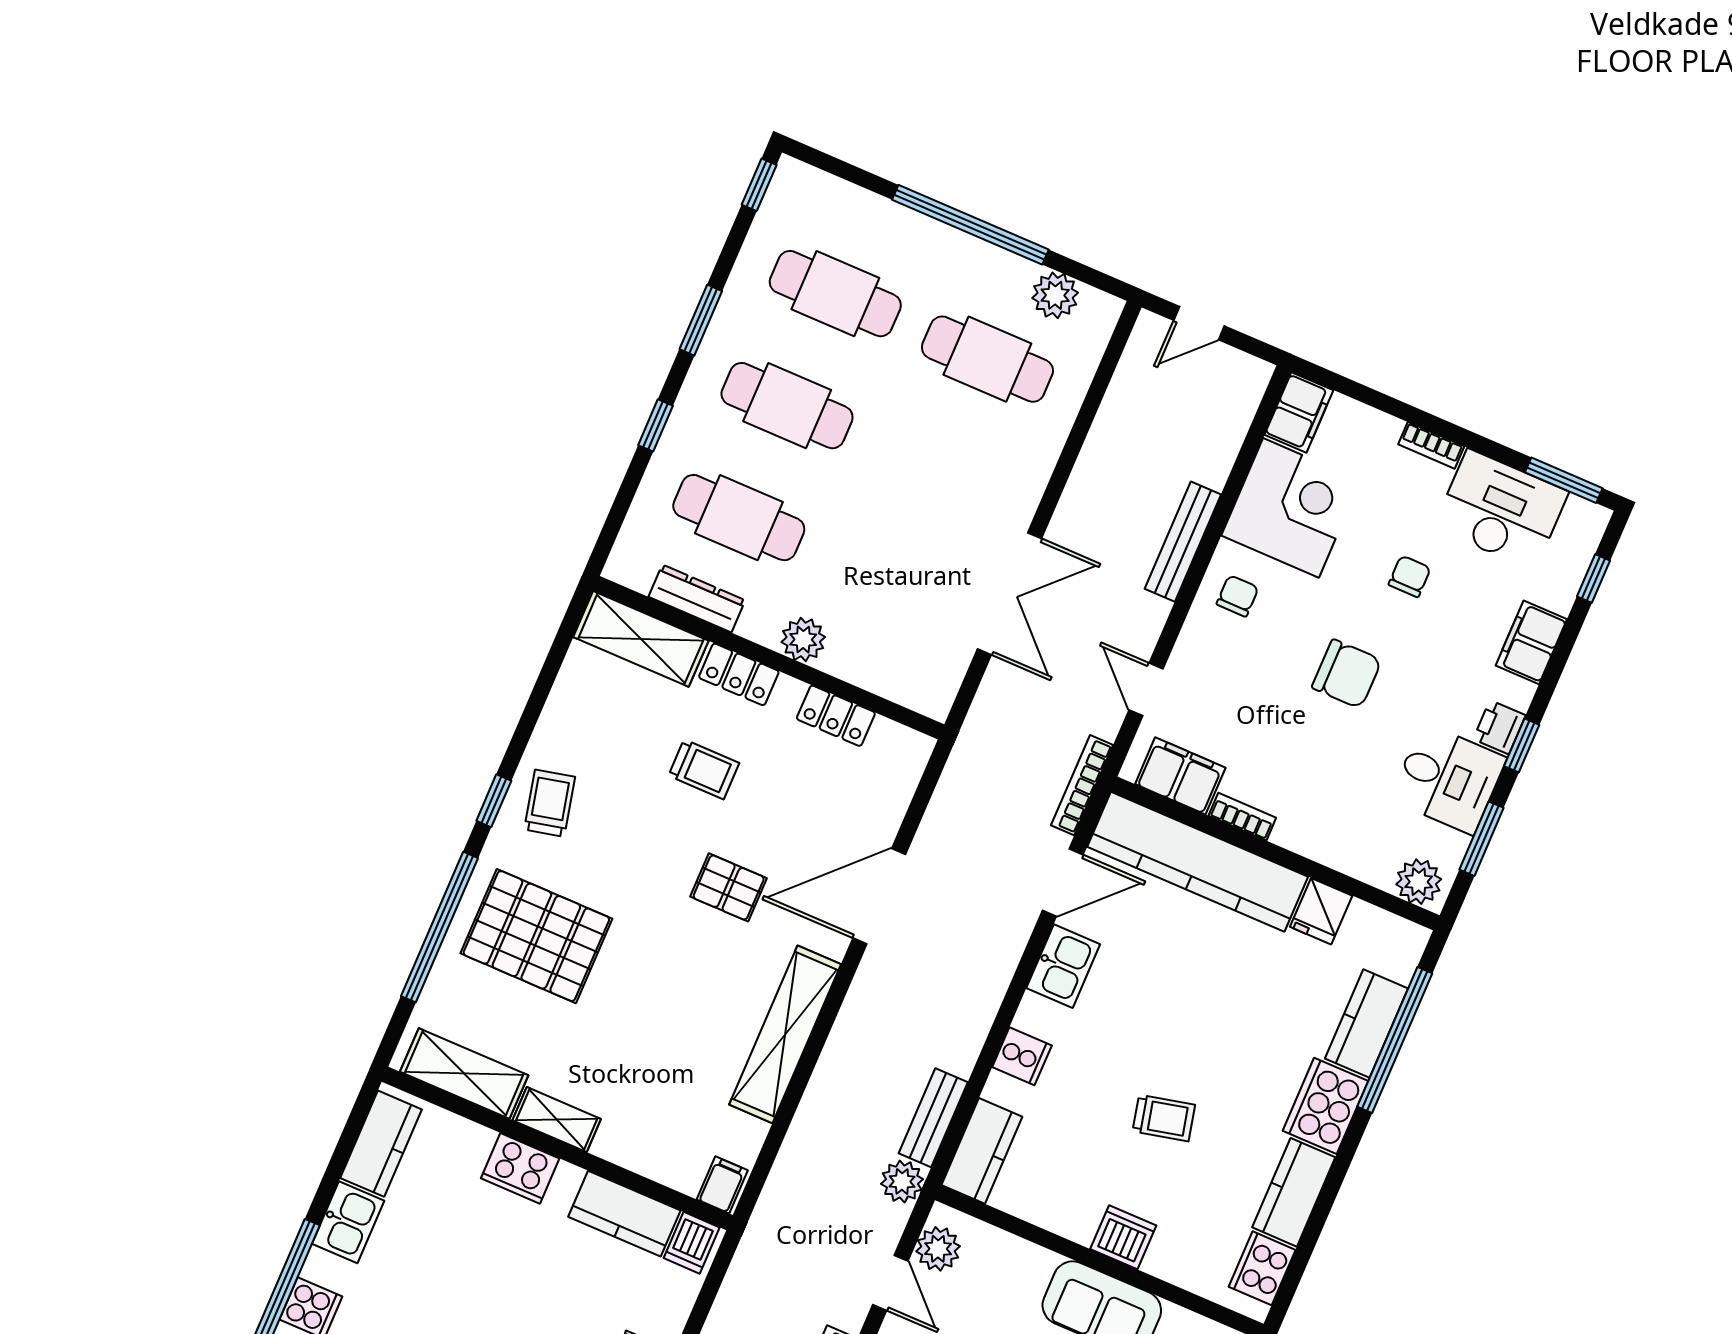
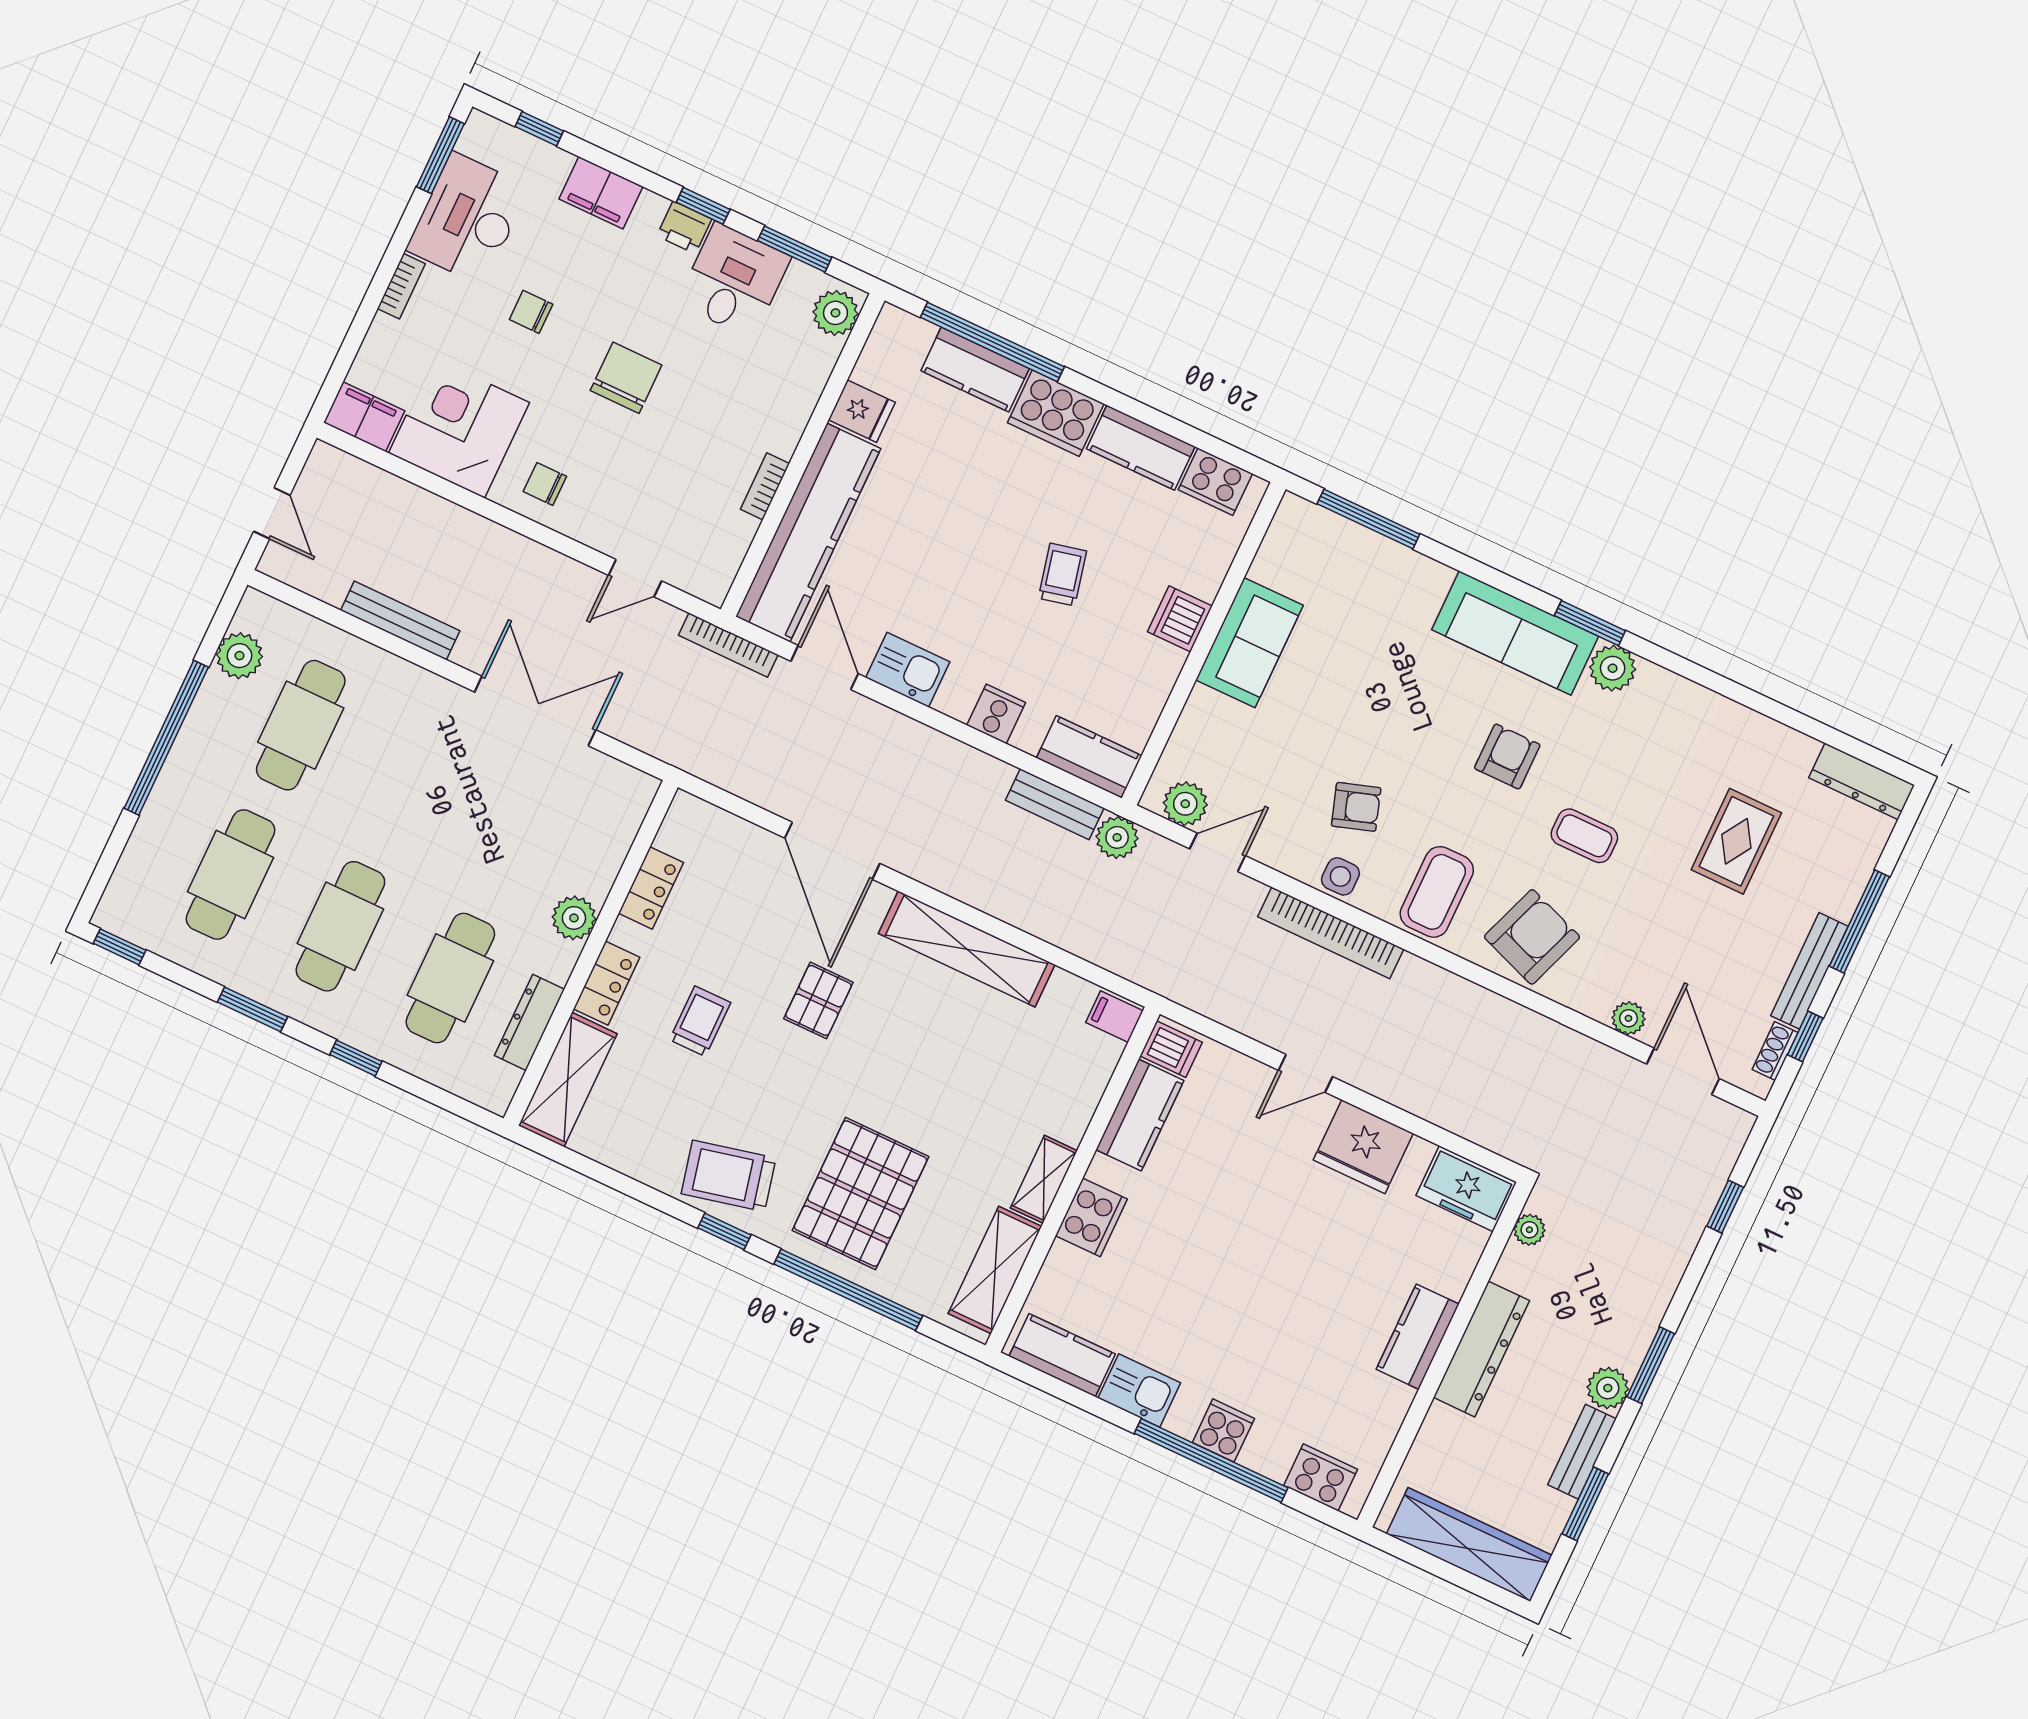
bench: (1183, 542) -> (400, 620), moved
filing cabinet: (1180, 776) -> (722, 547), removed
trolley: (550, 803) -> (729, 1176), width x1.36, depth x1.39

